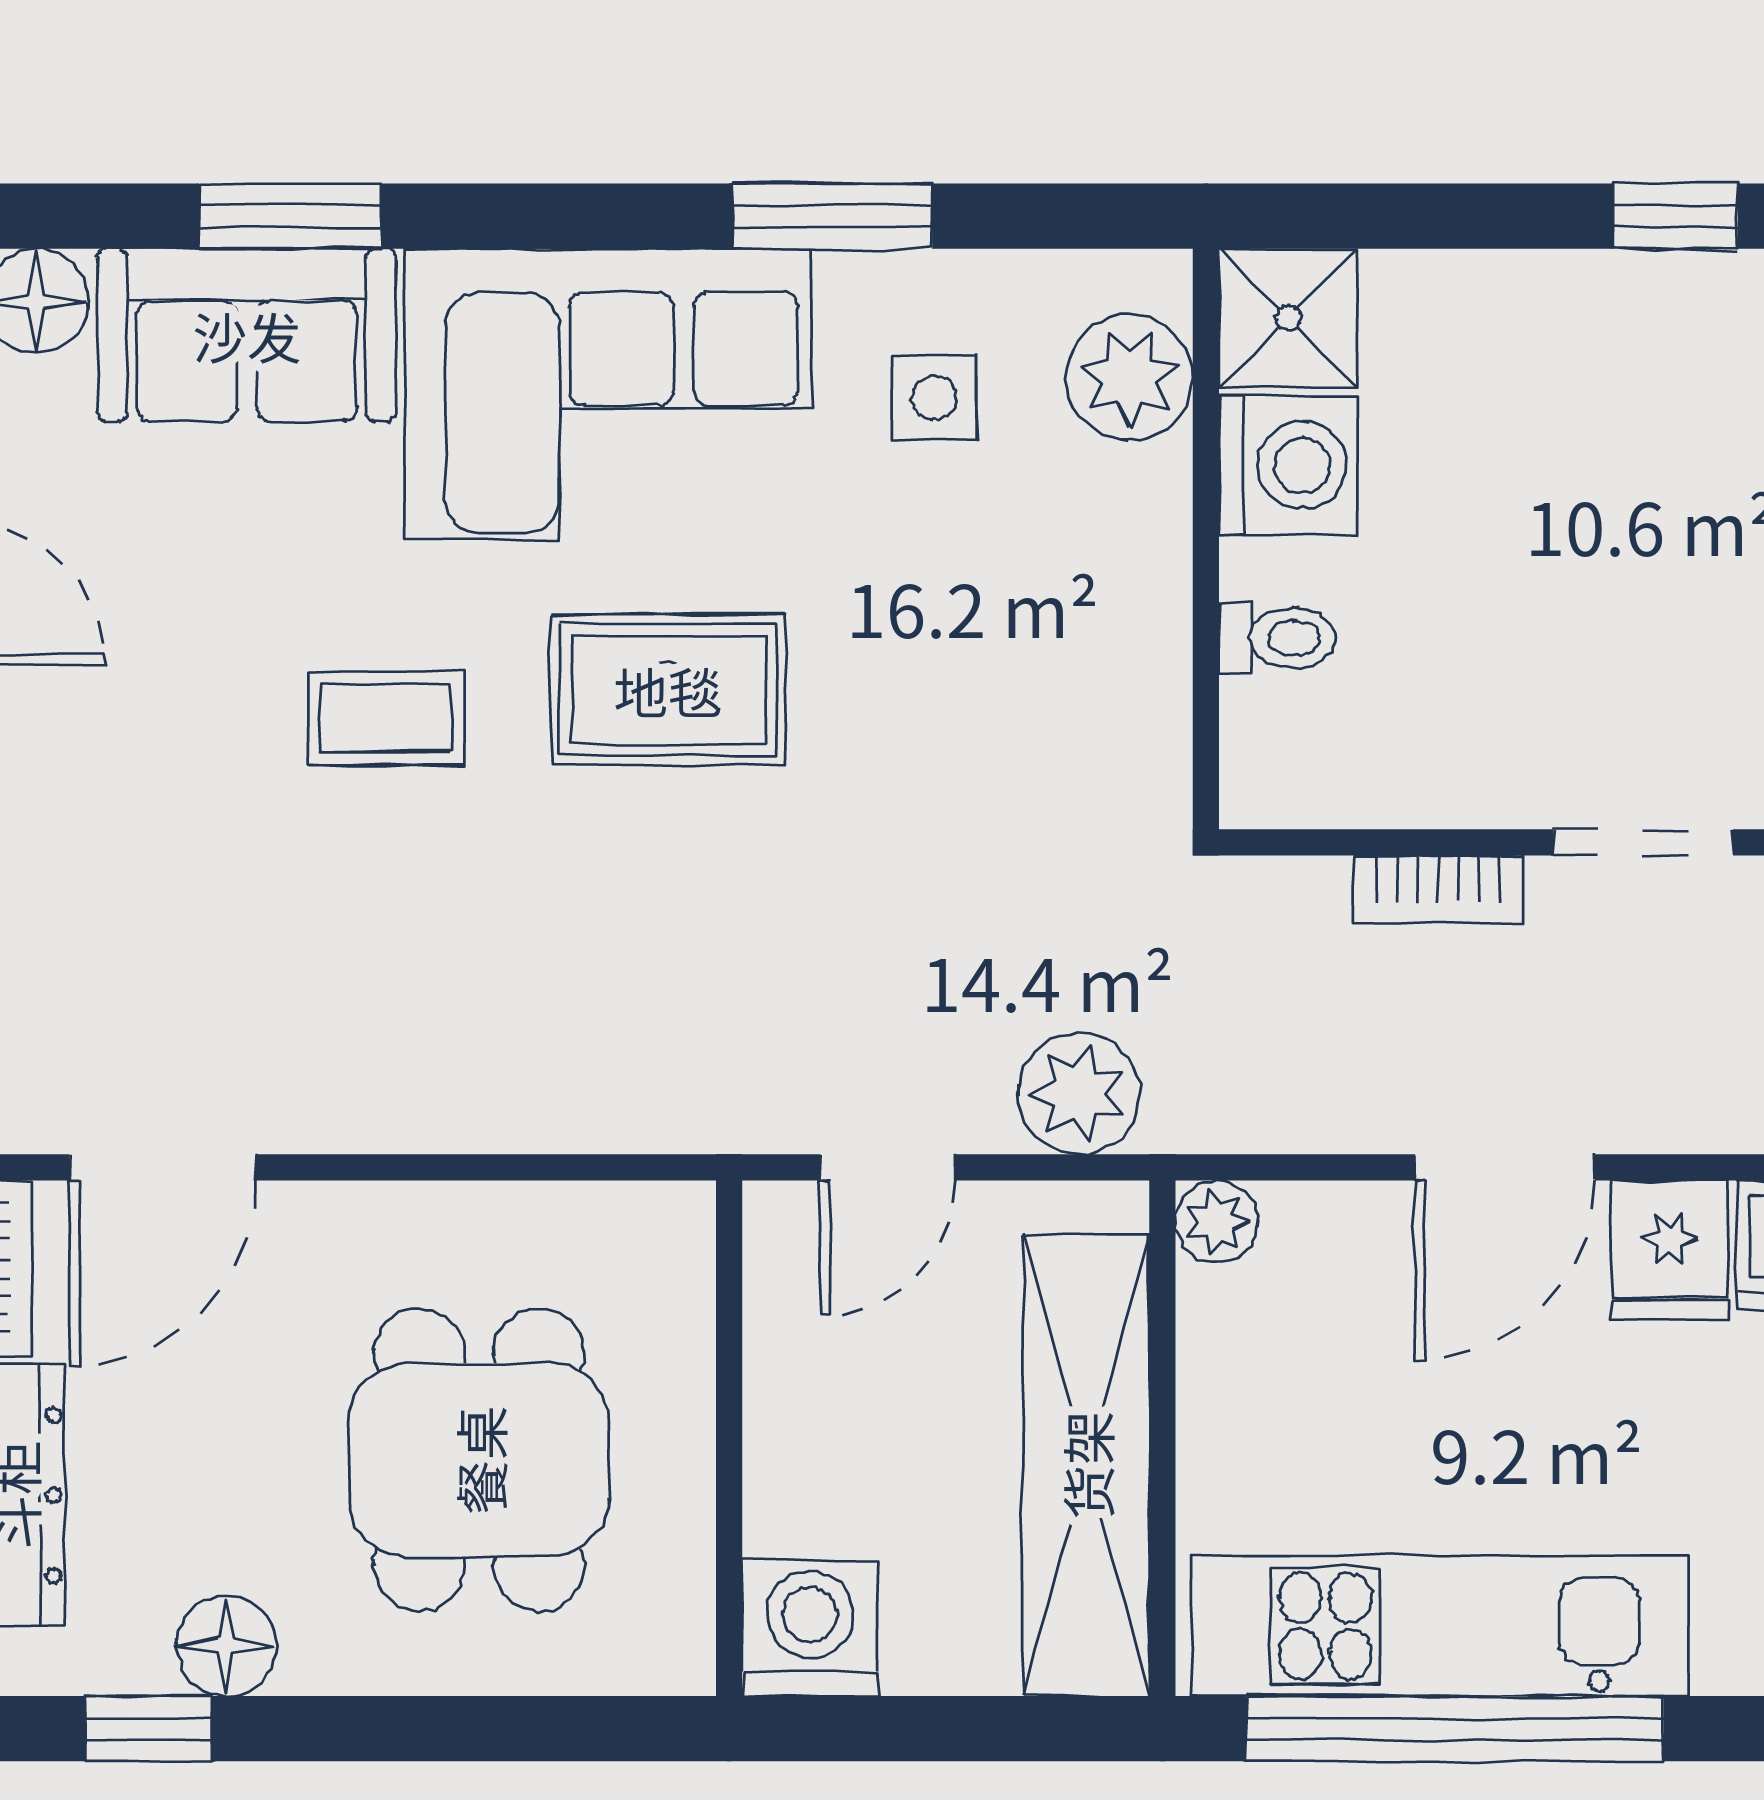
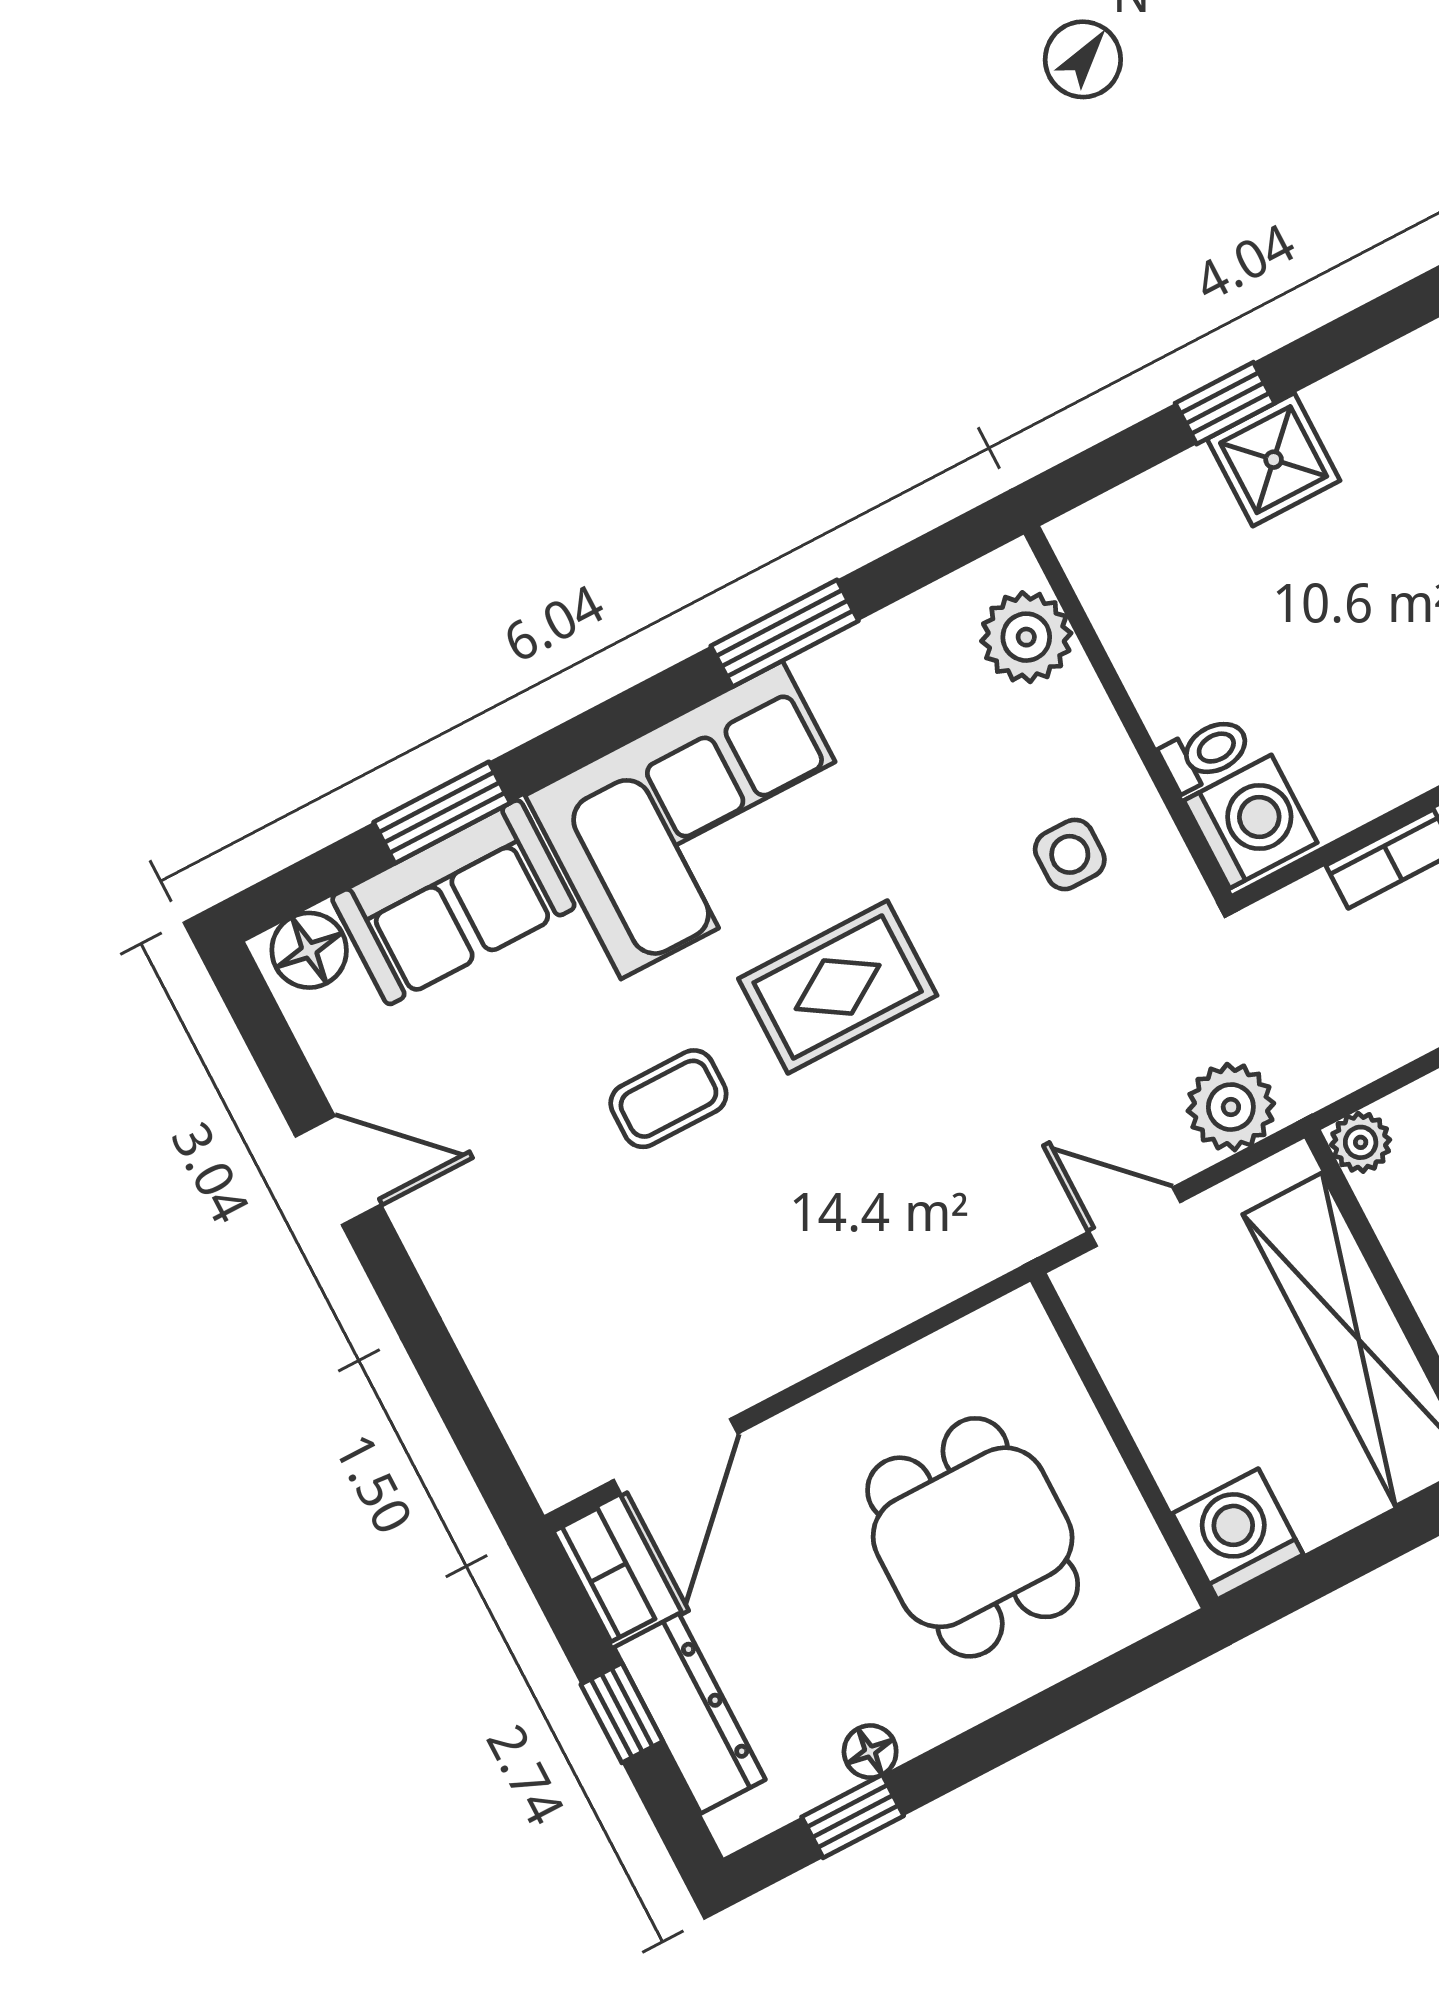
window: (1676, 216) -> (1225, 403), moved
shower: (1288, 318) -> (1274, 460), moved
side table: (934, 398) -> (1070, 854), moved
washing machine: (1288, 465) -> (1251, 822), moved
door: (888, 1167) -> (1135, 1217), swing flipped
floor lamp: (226, 1646) -> (870, 1752), width x0.73, depth x0.73

